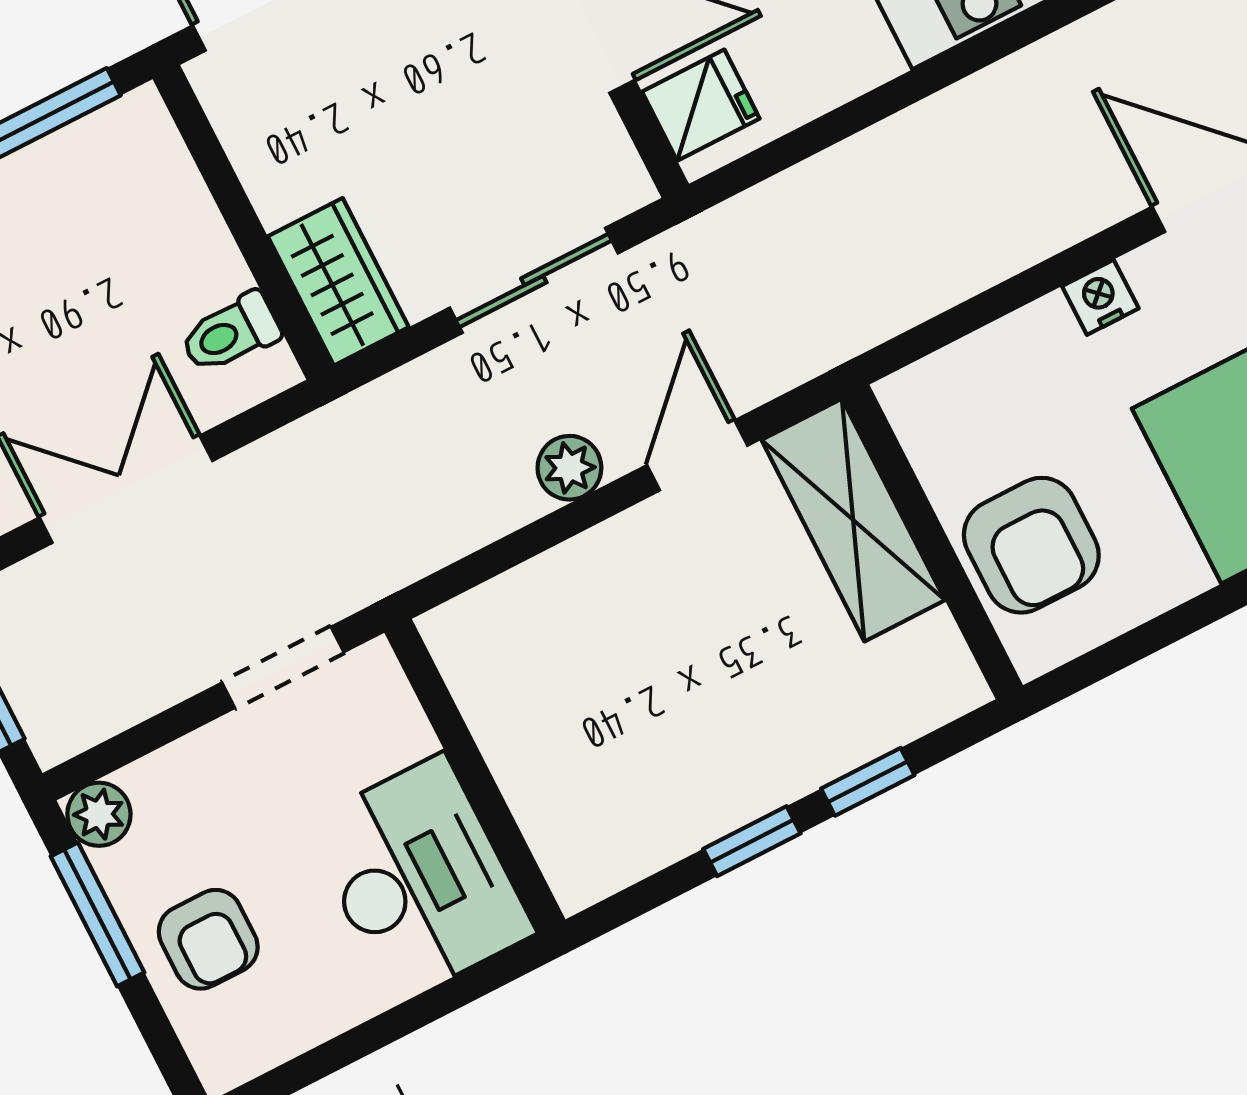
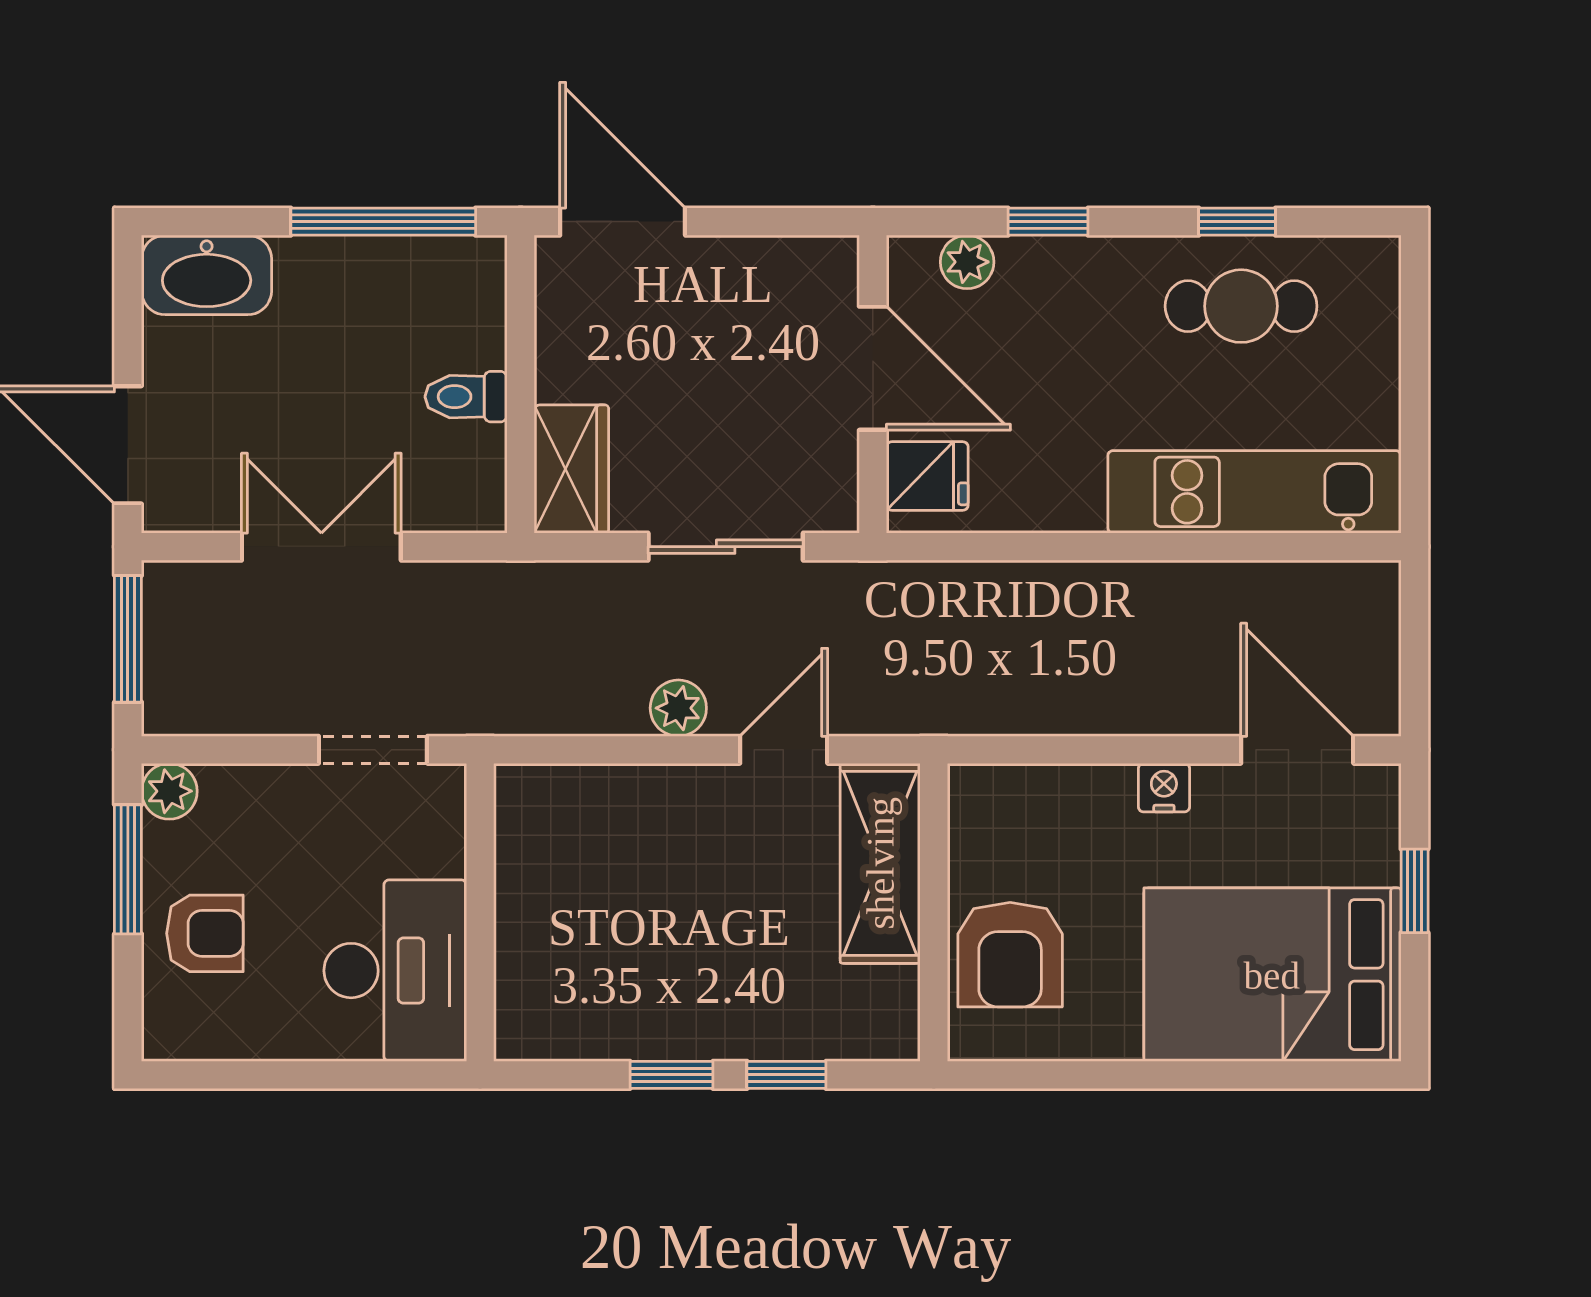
toilet: (230, 333) -> (466, 397), moved
armchair: (208, 939) -> (205, 933), turned -90

